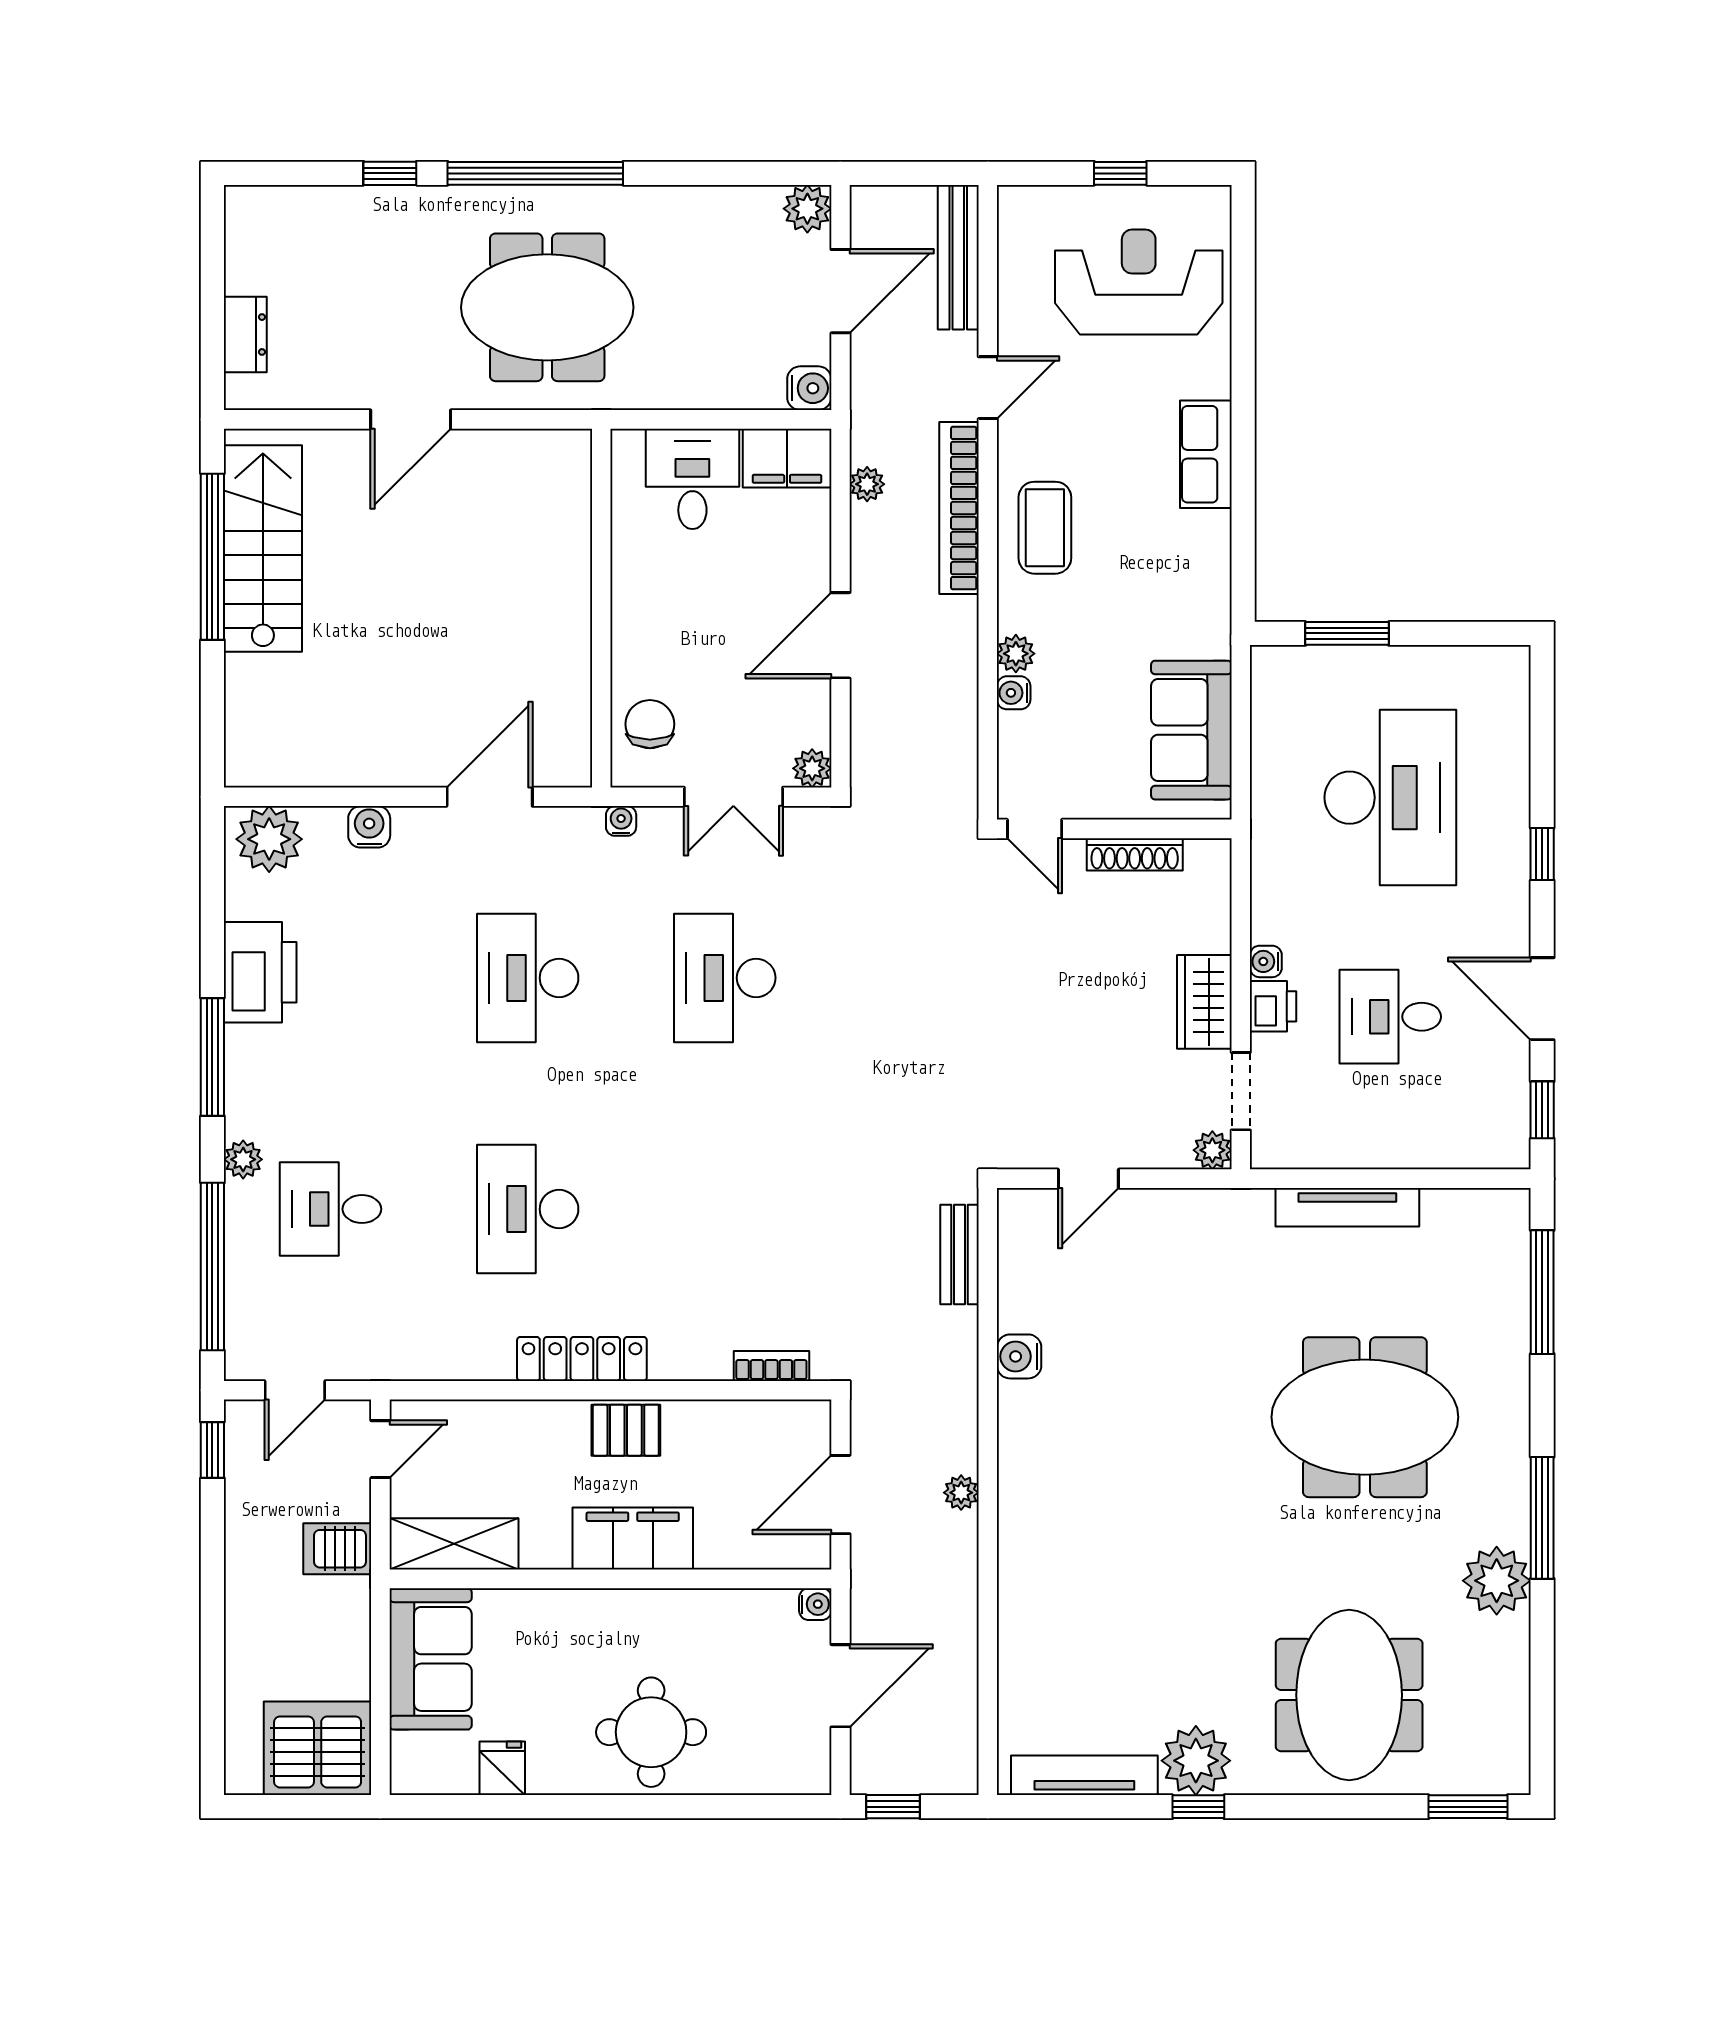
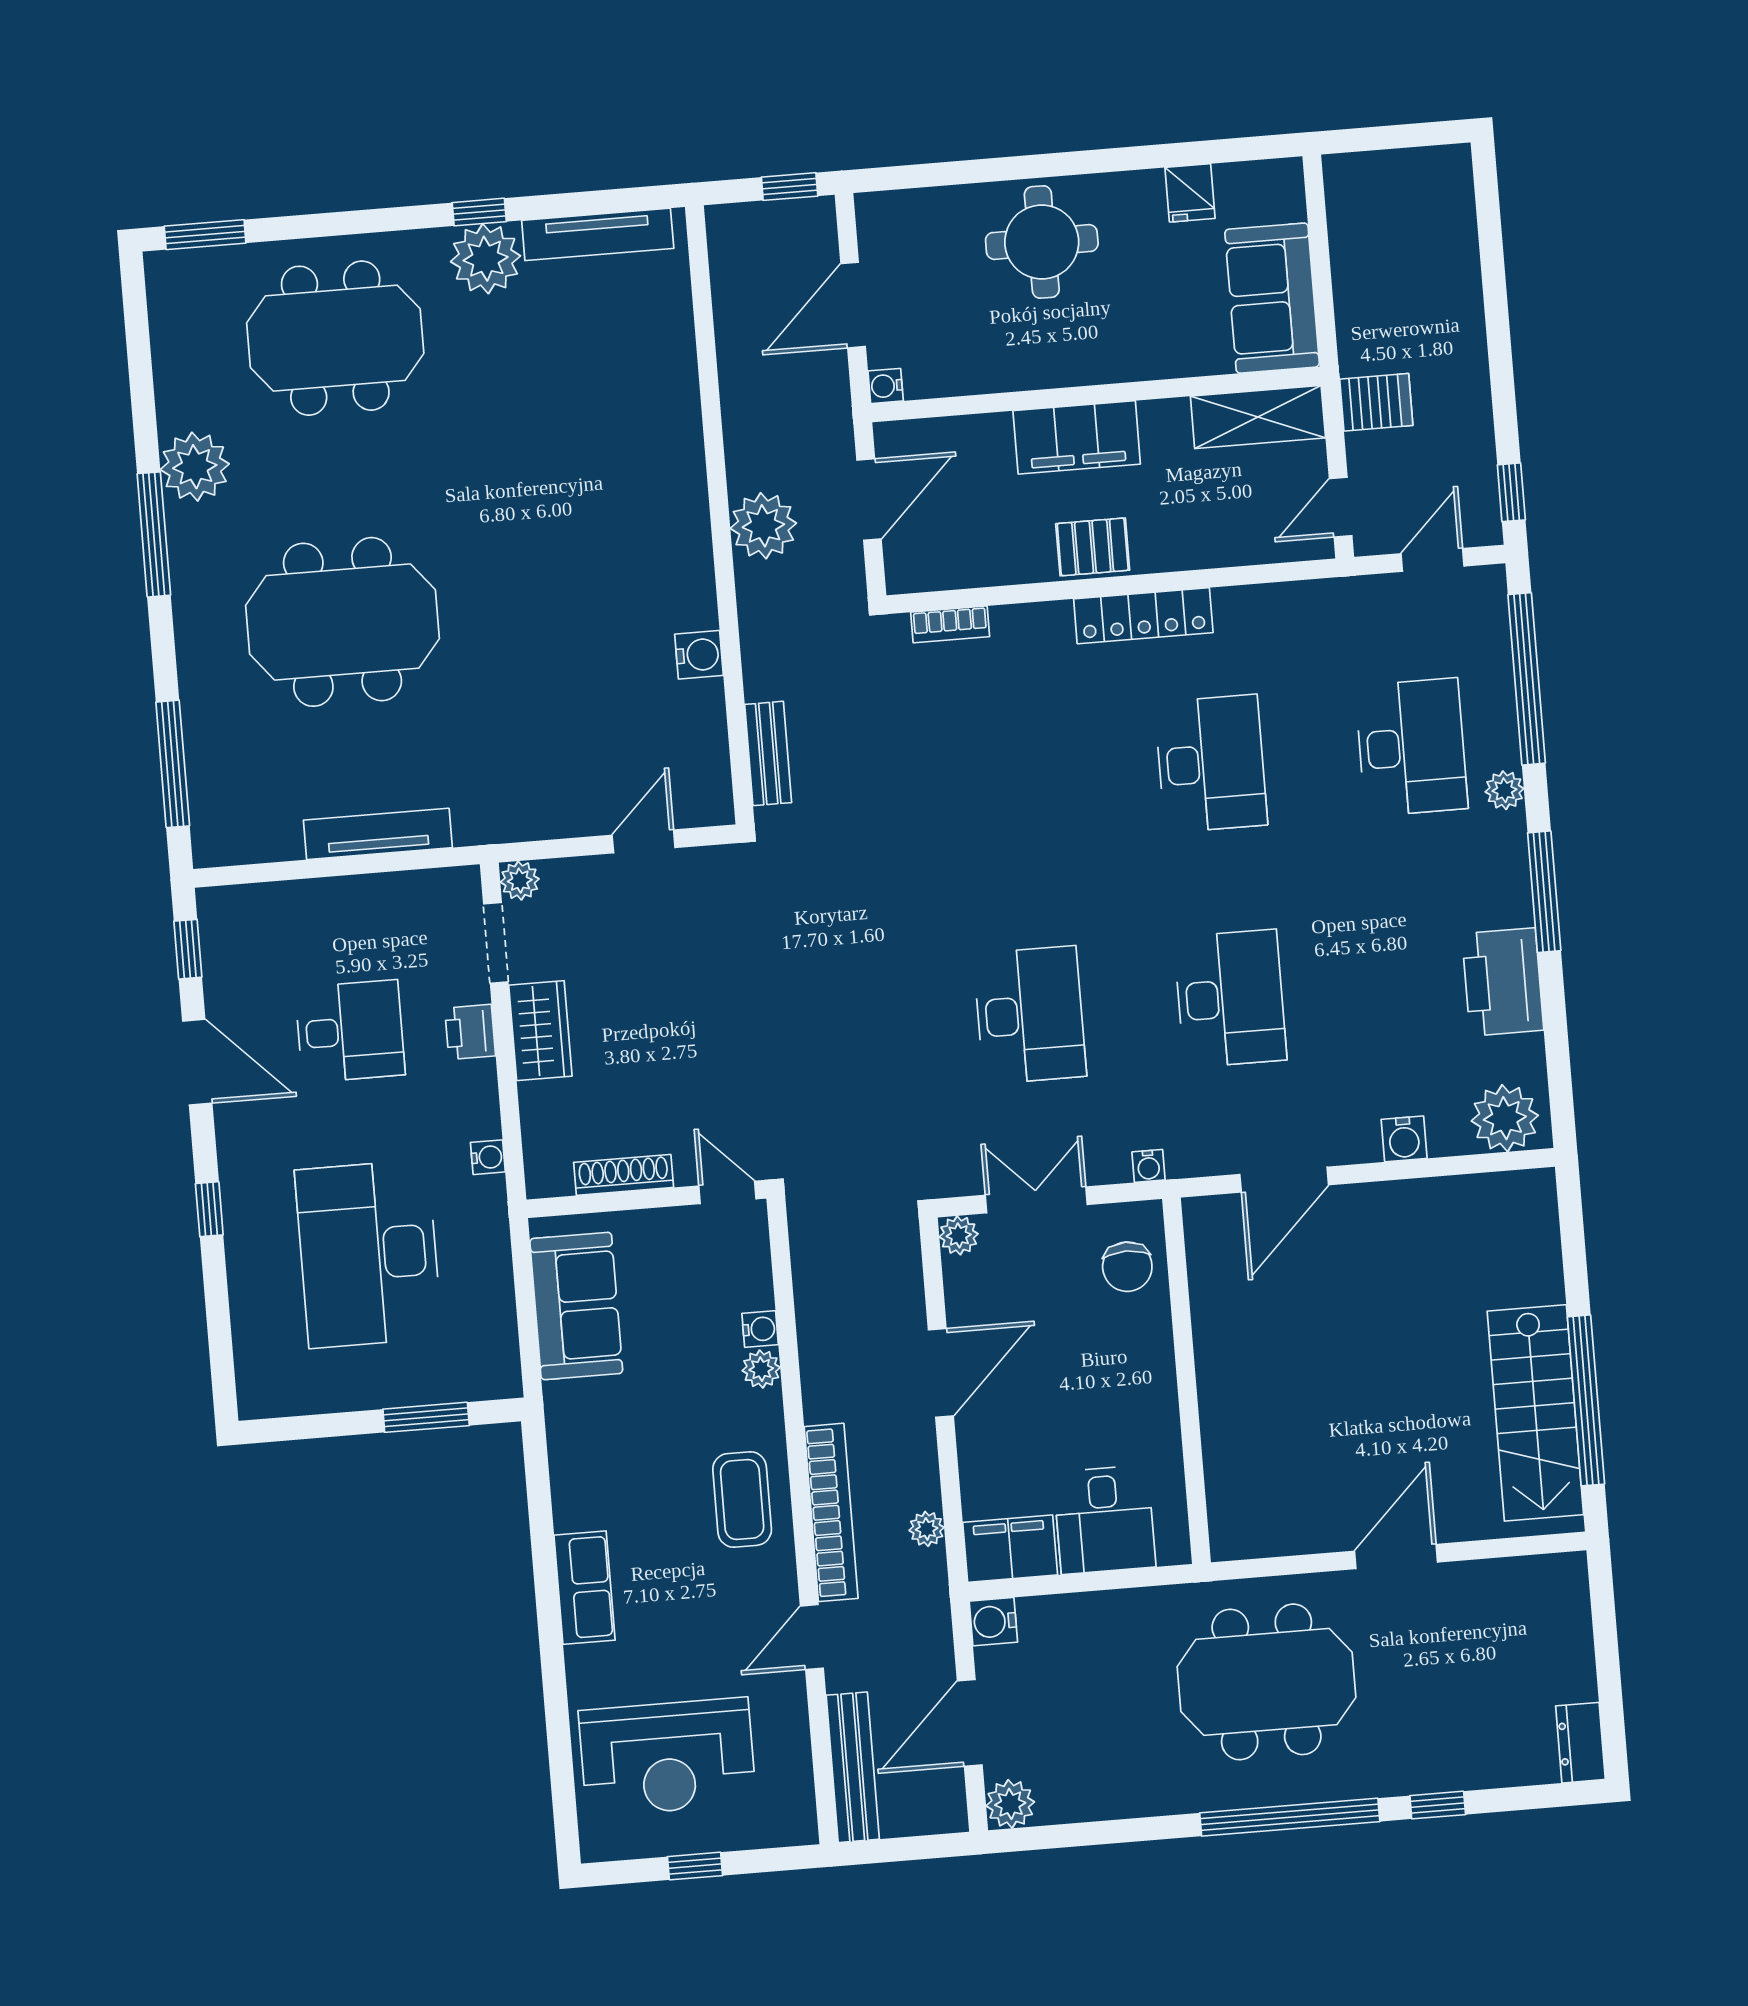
dresser: (245, 335) -> (1580, 1743), moved
water cooler: (1266, 961) -> (488, 1157), moved
desk: (330, 1209) -> (1411, 747), width x1.37
plant: (961, 1493) -> (763, 526), width x1.87, depth x1.87
meeting table: (1349, 1695) -> (335, 338), turned 90
server rack: (318, 1748) -> (1380, 198), removed

